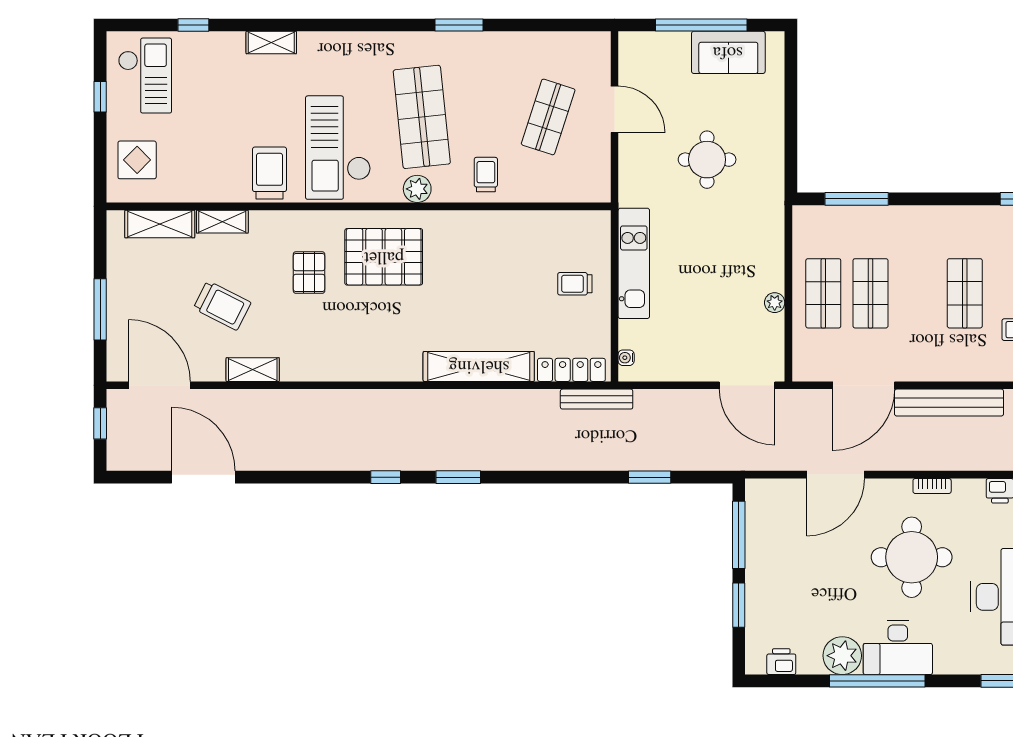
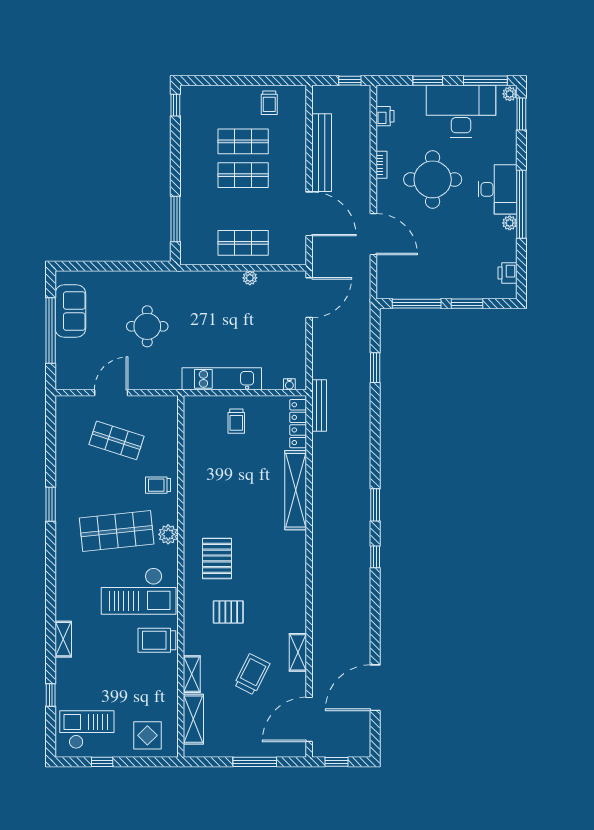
pallet: (384, 257) -> (217, 558), width x0.73, depth x0.71
shop shelf: (870, 293) -> (243, 175), moved
plant: (842, 656) -> (510, 223), width x0.53, depth x0.53

